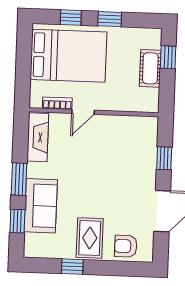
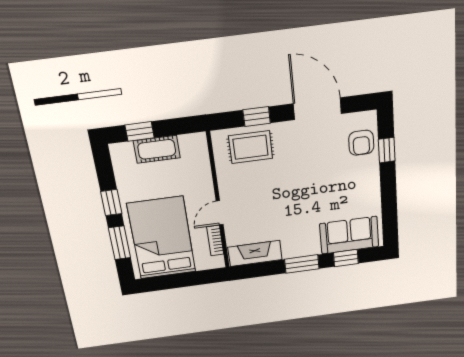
window: (71, 18) -> (120, 243), width x1.50
door: (83, 112) -> (220, 213), swing flipped
sofa: (41, 206) -> (349, 235), moved
rug: (90, 238) -> (251, 147), moved
window: (72, 267) -> (387, 150), moved

